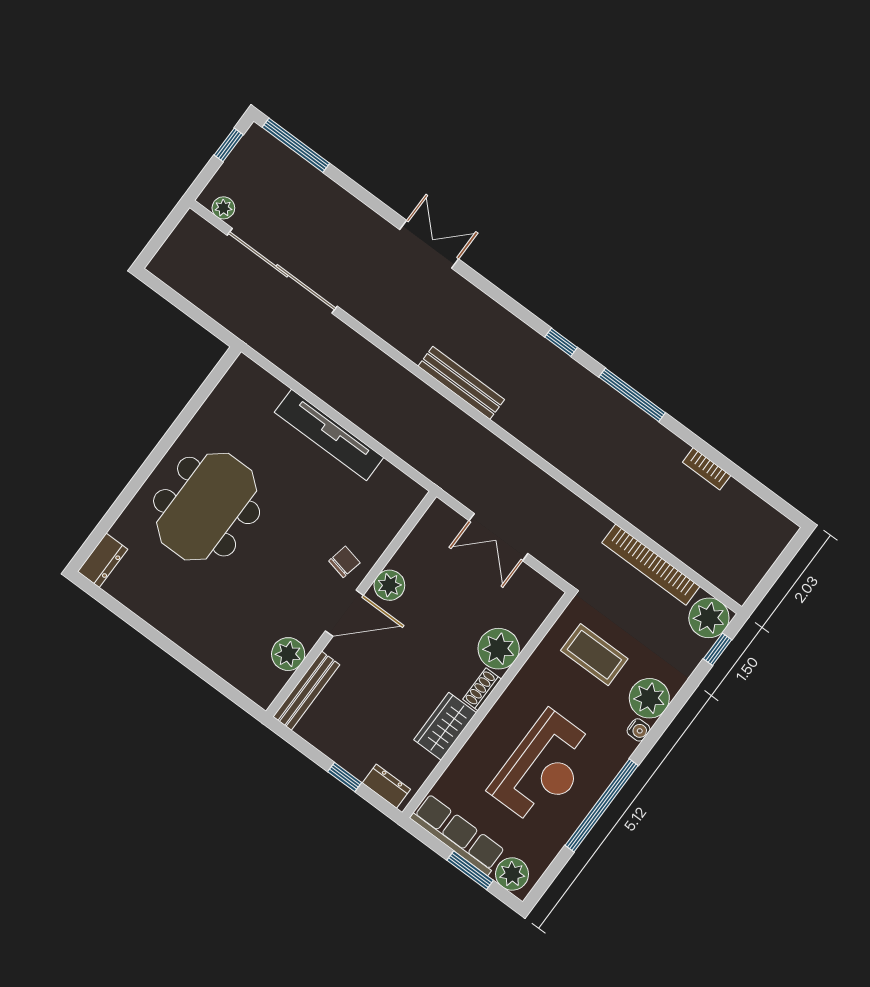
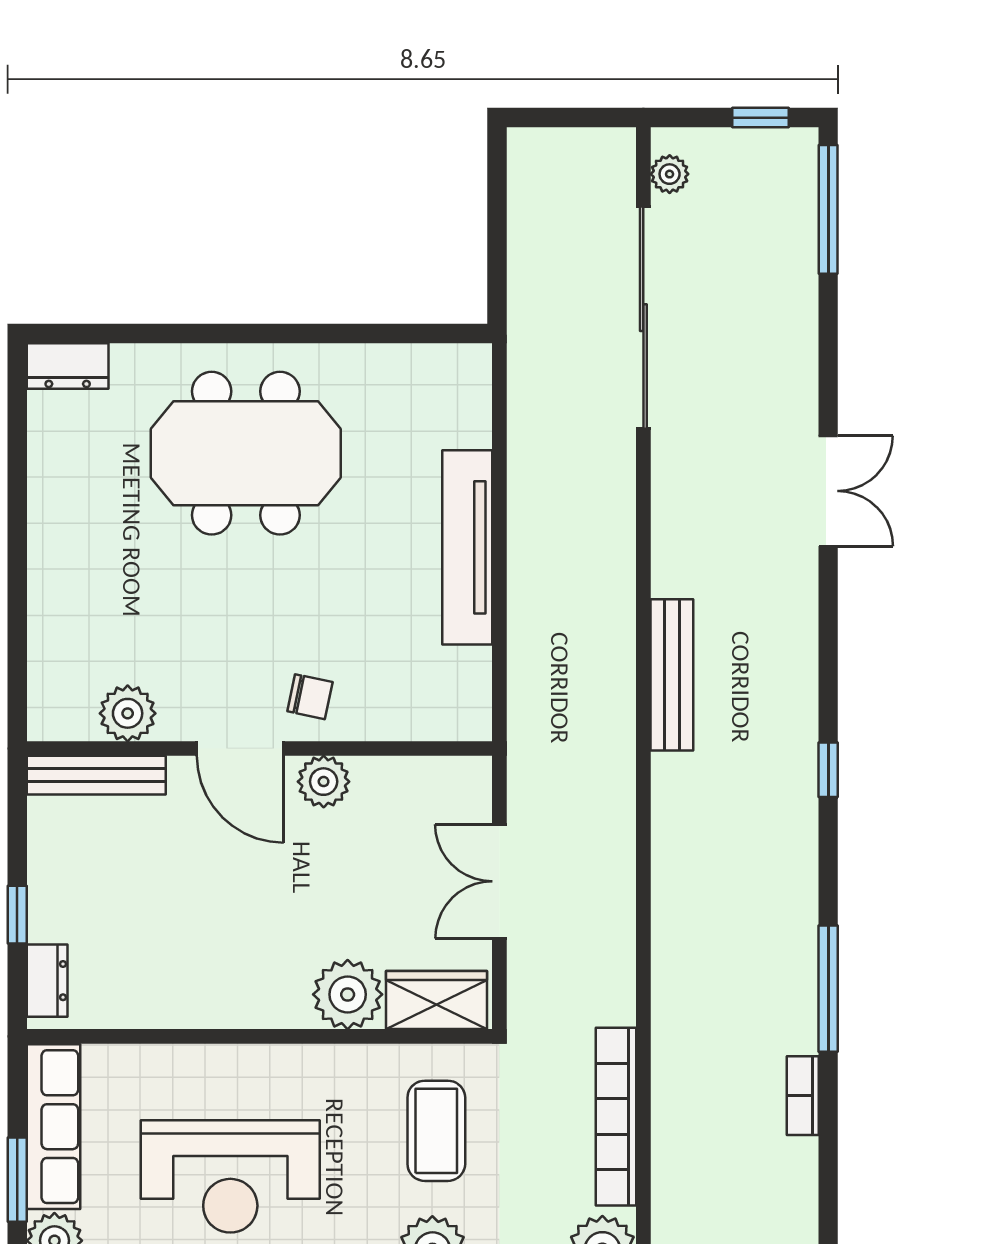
window: (632, 395) -> (828, 989), moved
shoe rack: (482, 689) -> (276, 1013), removed
wardrobe: (445, 726) -> (437, 1000), moved

